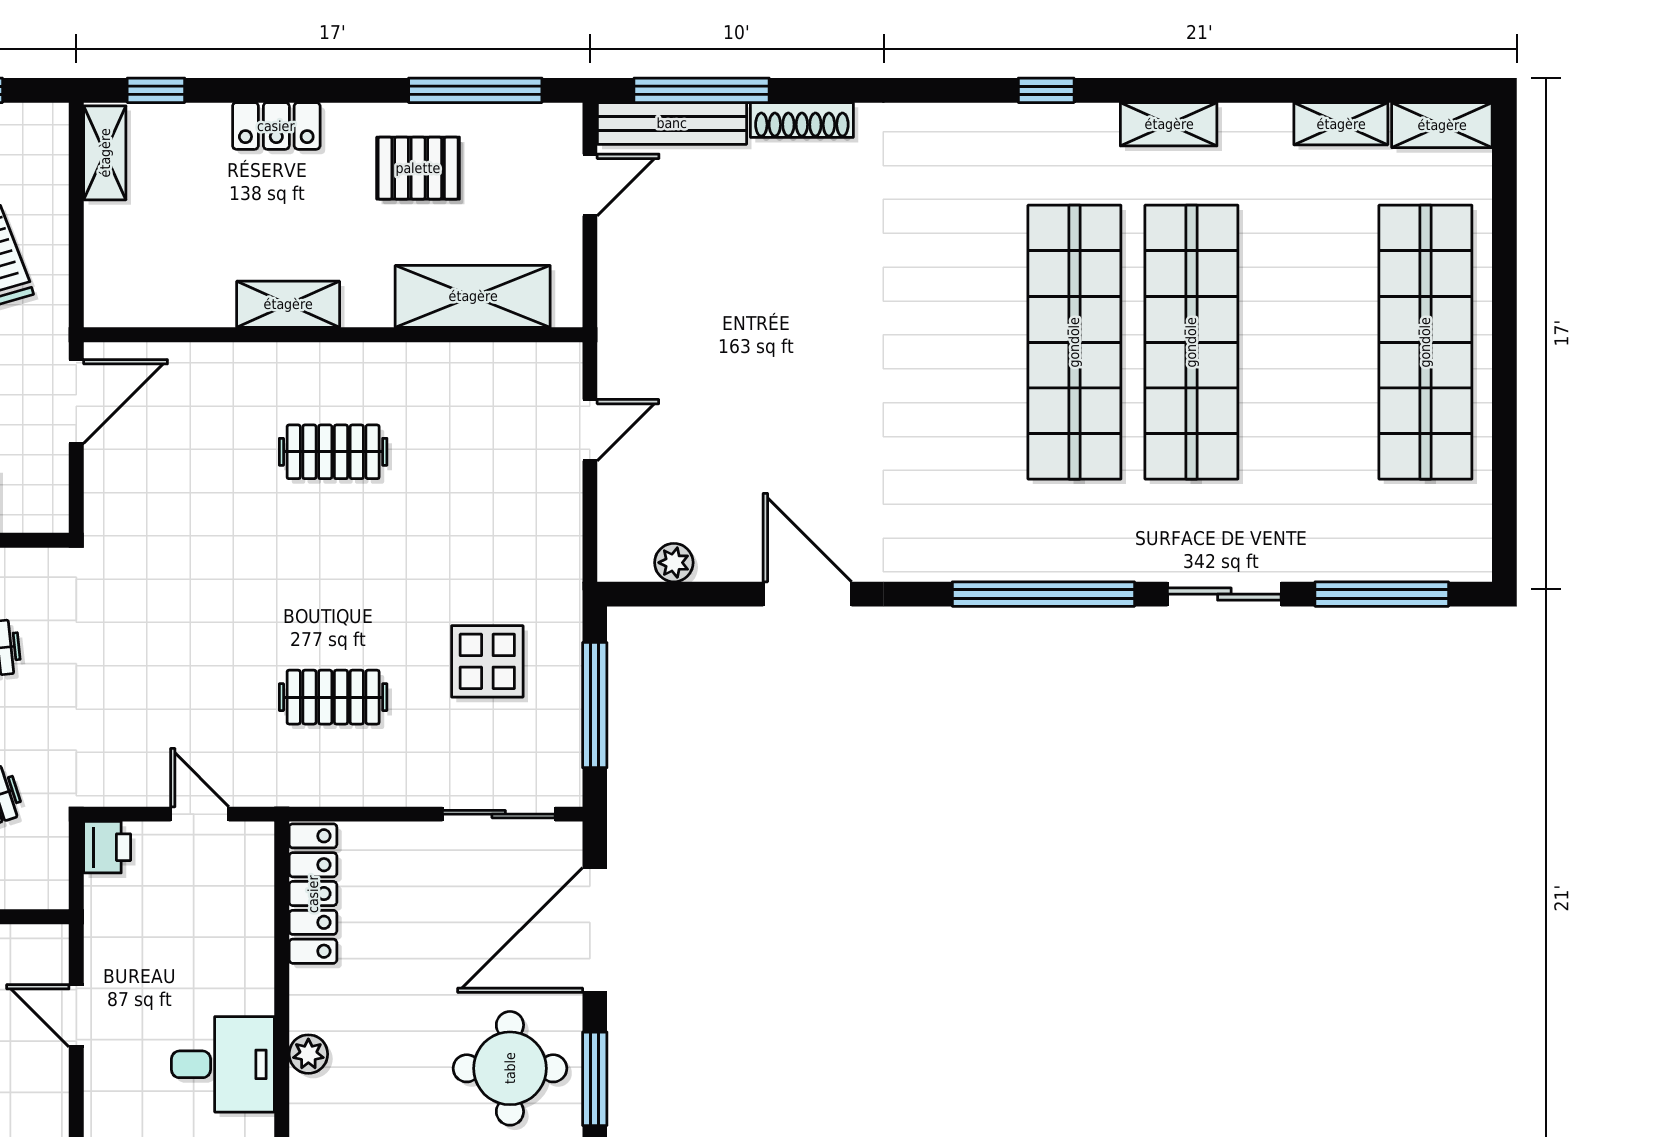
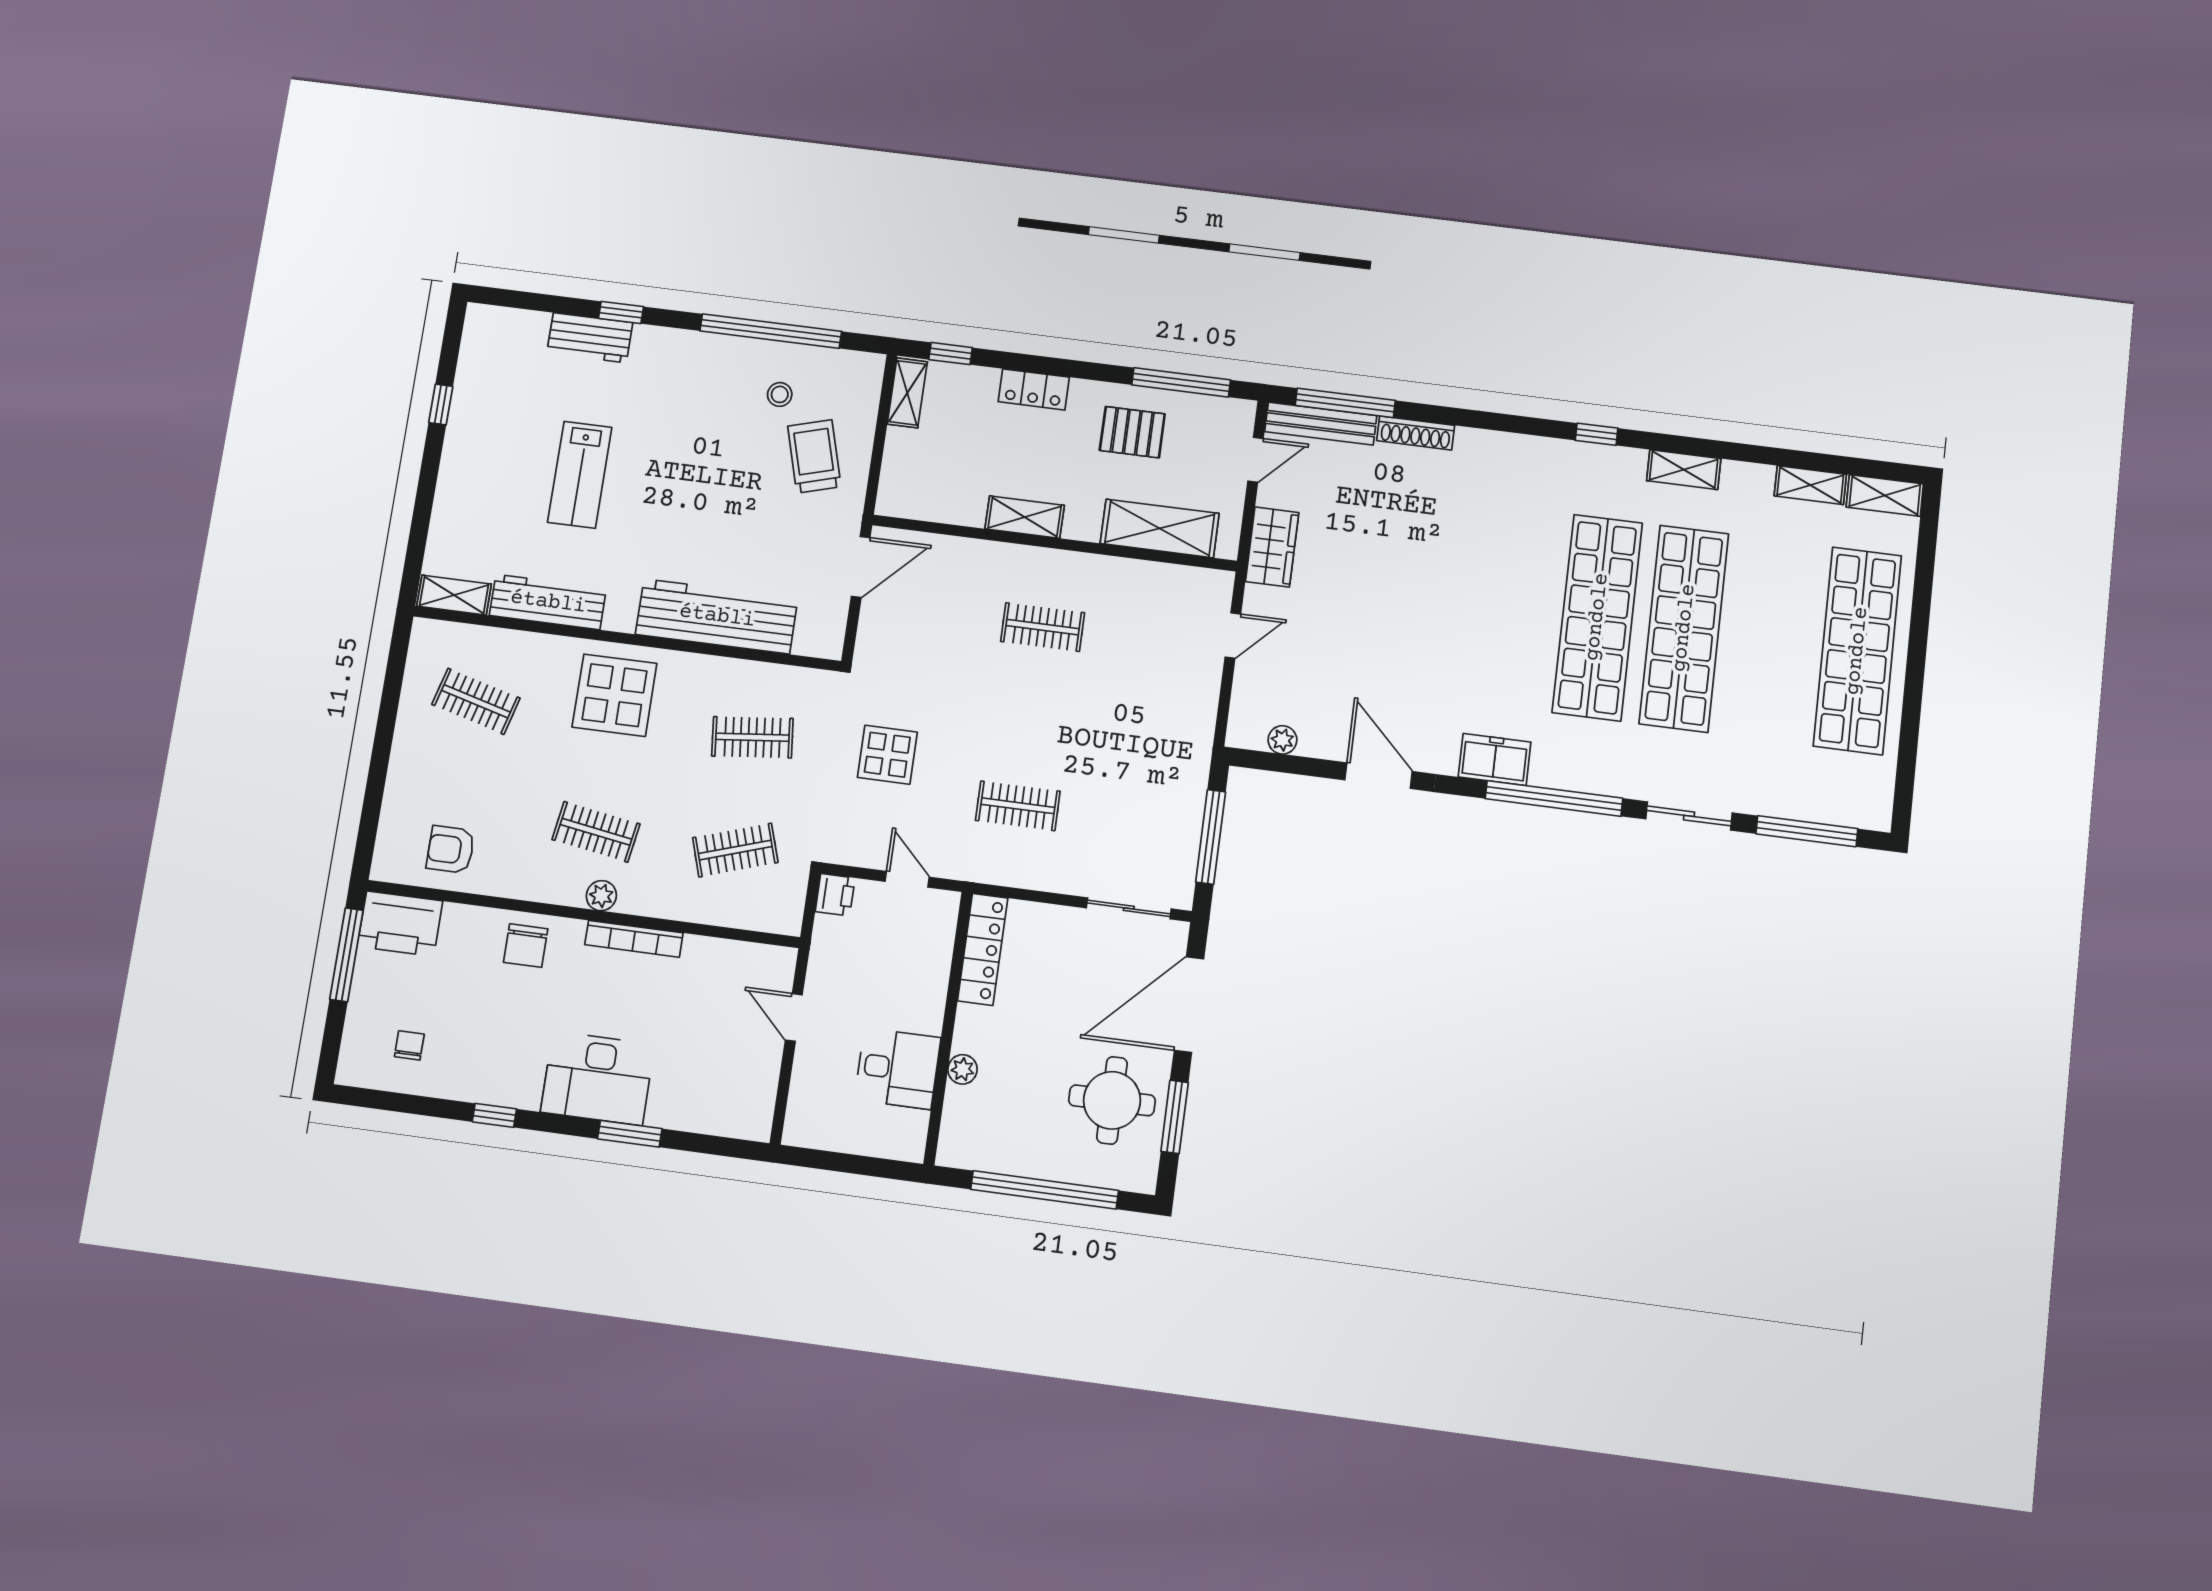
wardrobe: (627, 302) -> (1272, 547), added
freezer: (959, 552) -> (1495, 759), added
display table: (487, 661) -> (887, 755), moved

